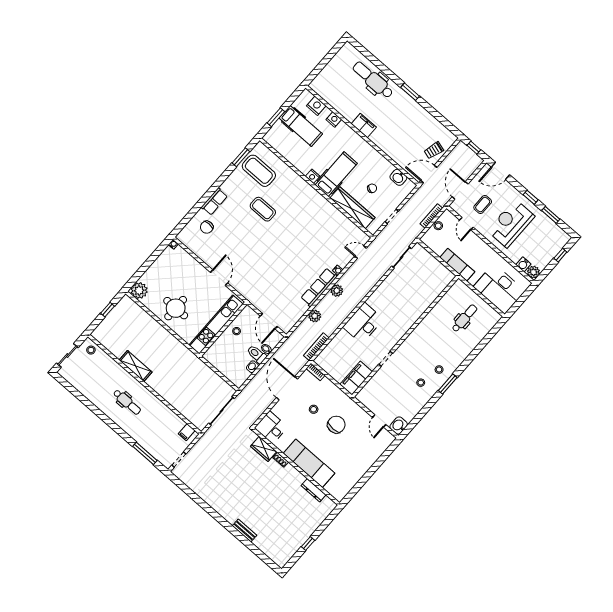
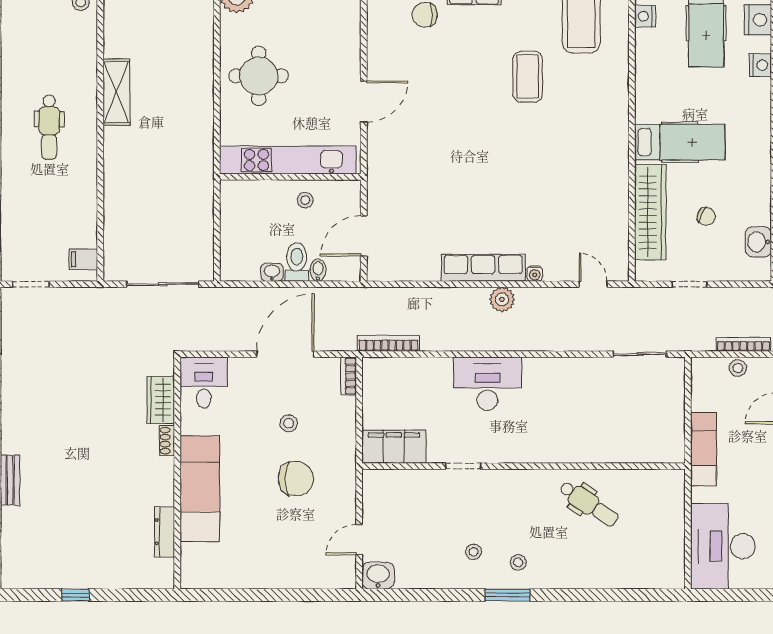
nightstand: (313, 176) -> (645, 16), moved
plant: (315, 316) -> (433, 300), removed
dental chair: (464, 318) -> (589, 504), moved, turned 34

